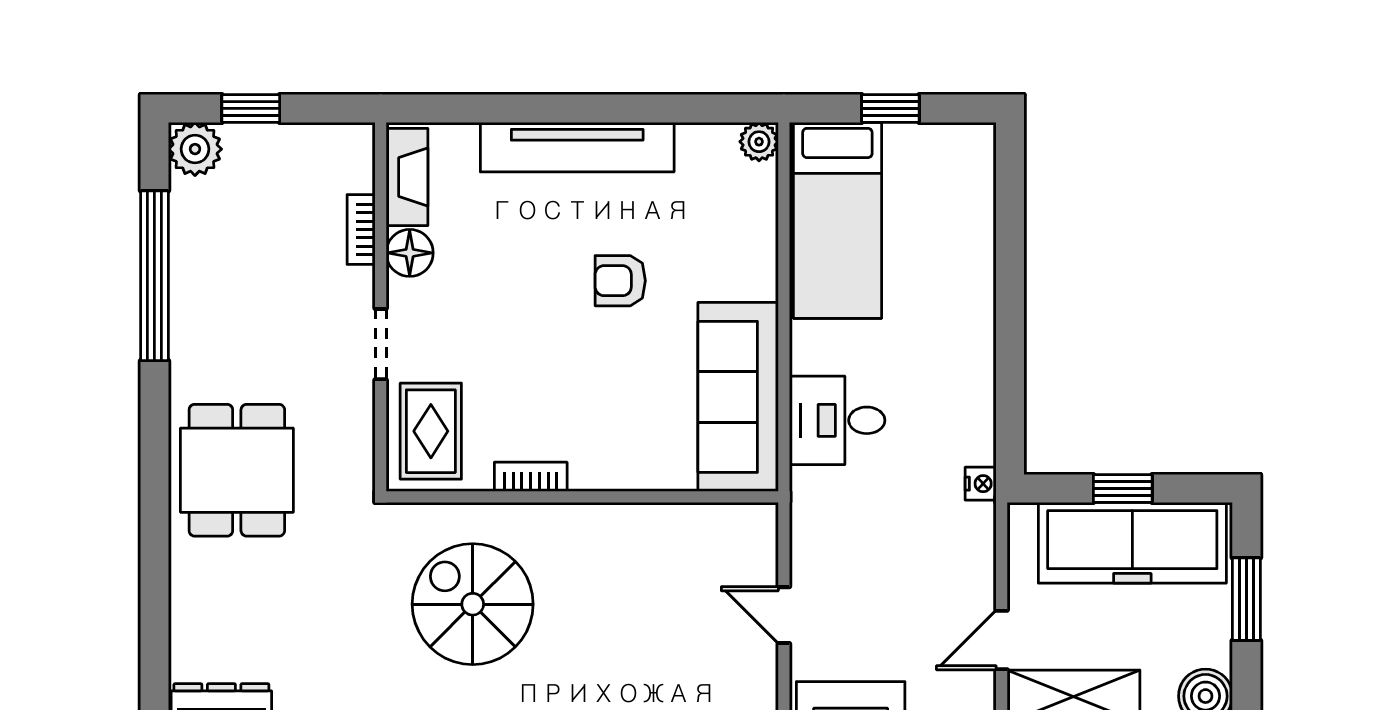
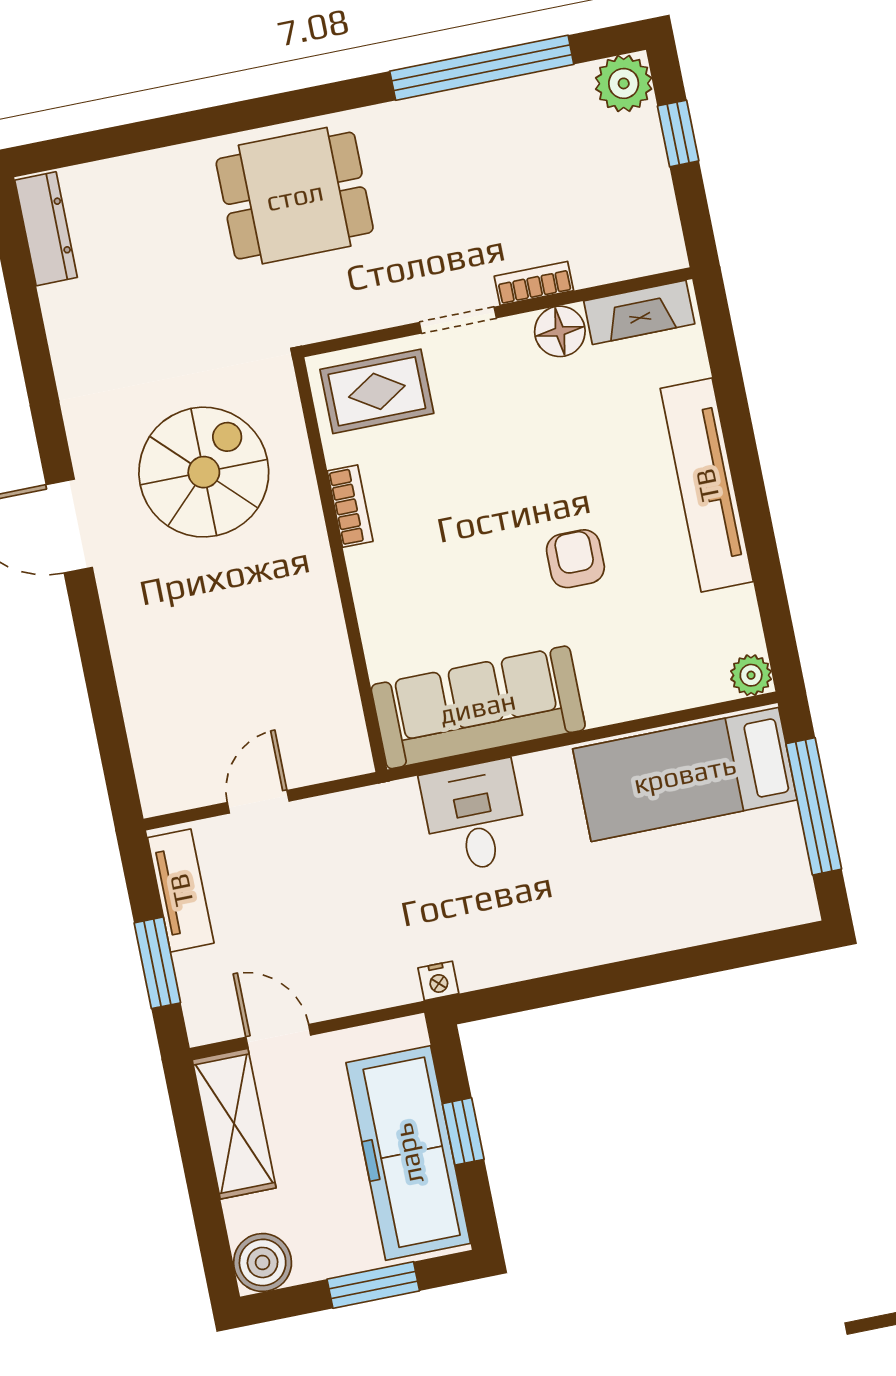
window: (890, 108) -> (814, 806), width x2.17
bookcase: (361, 230) -> (534, 283), moved

